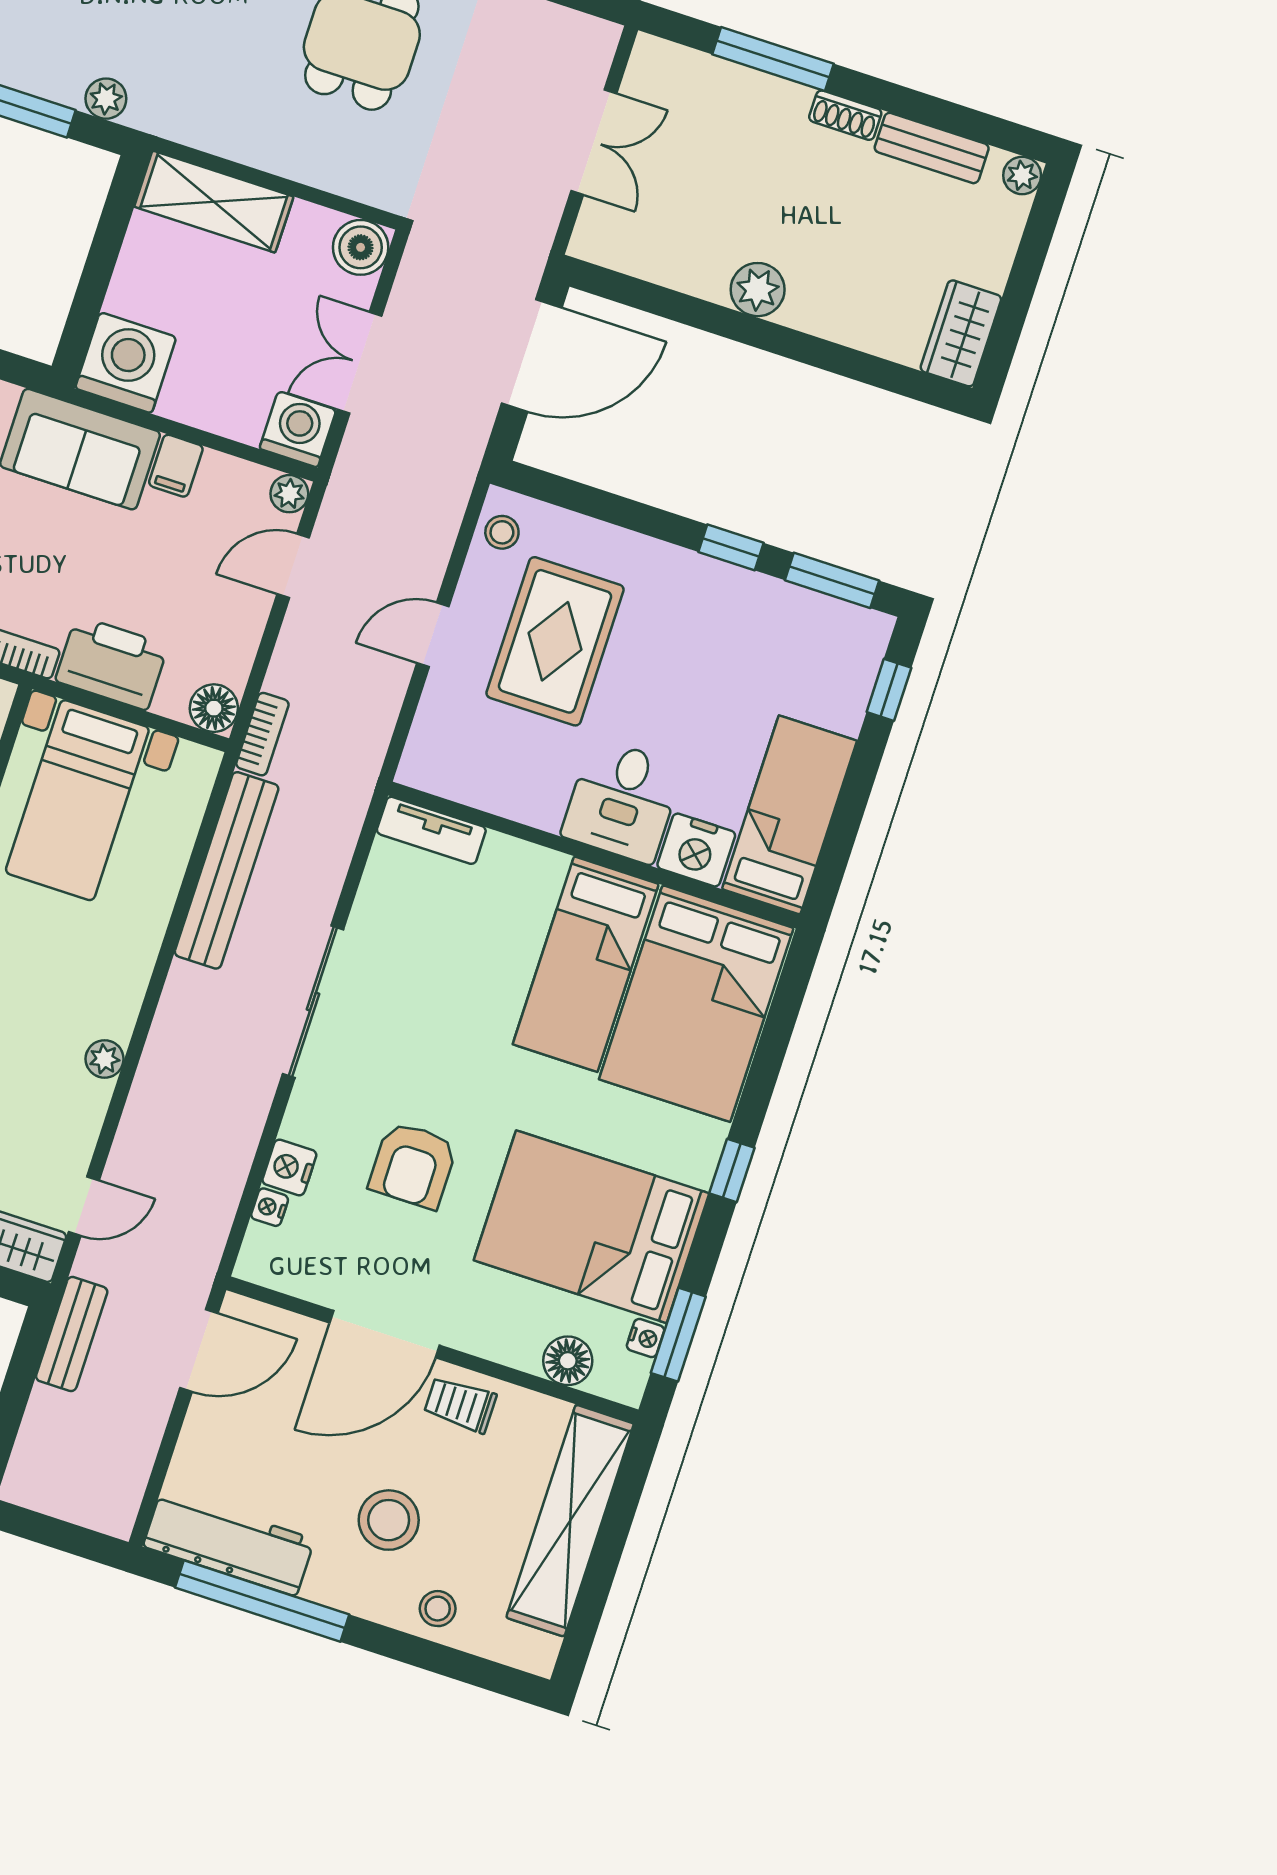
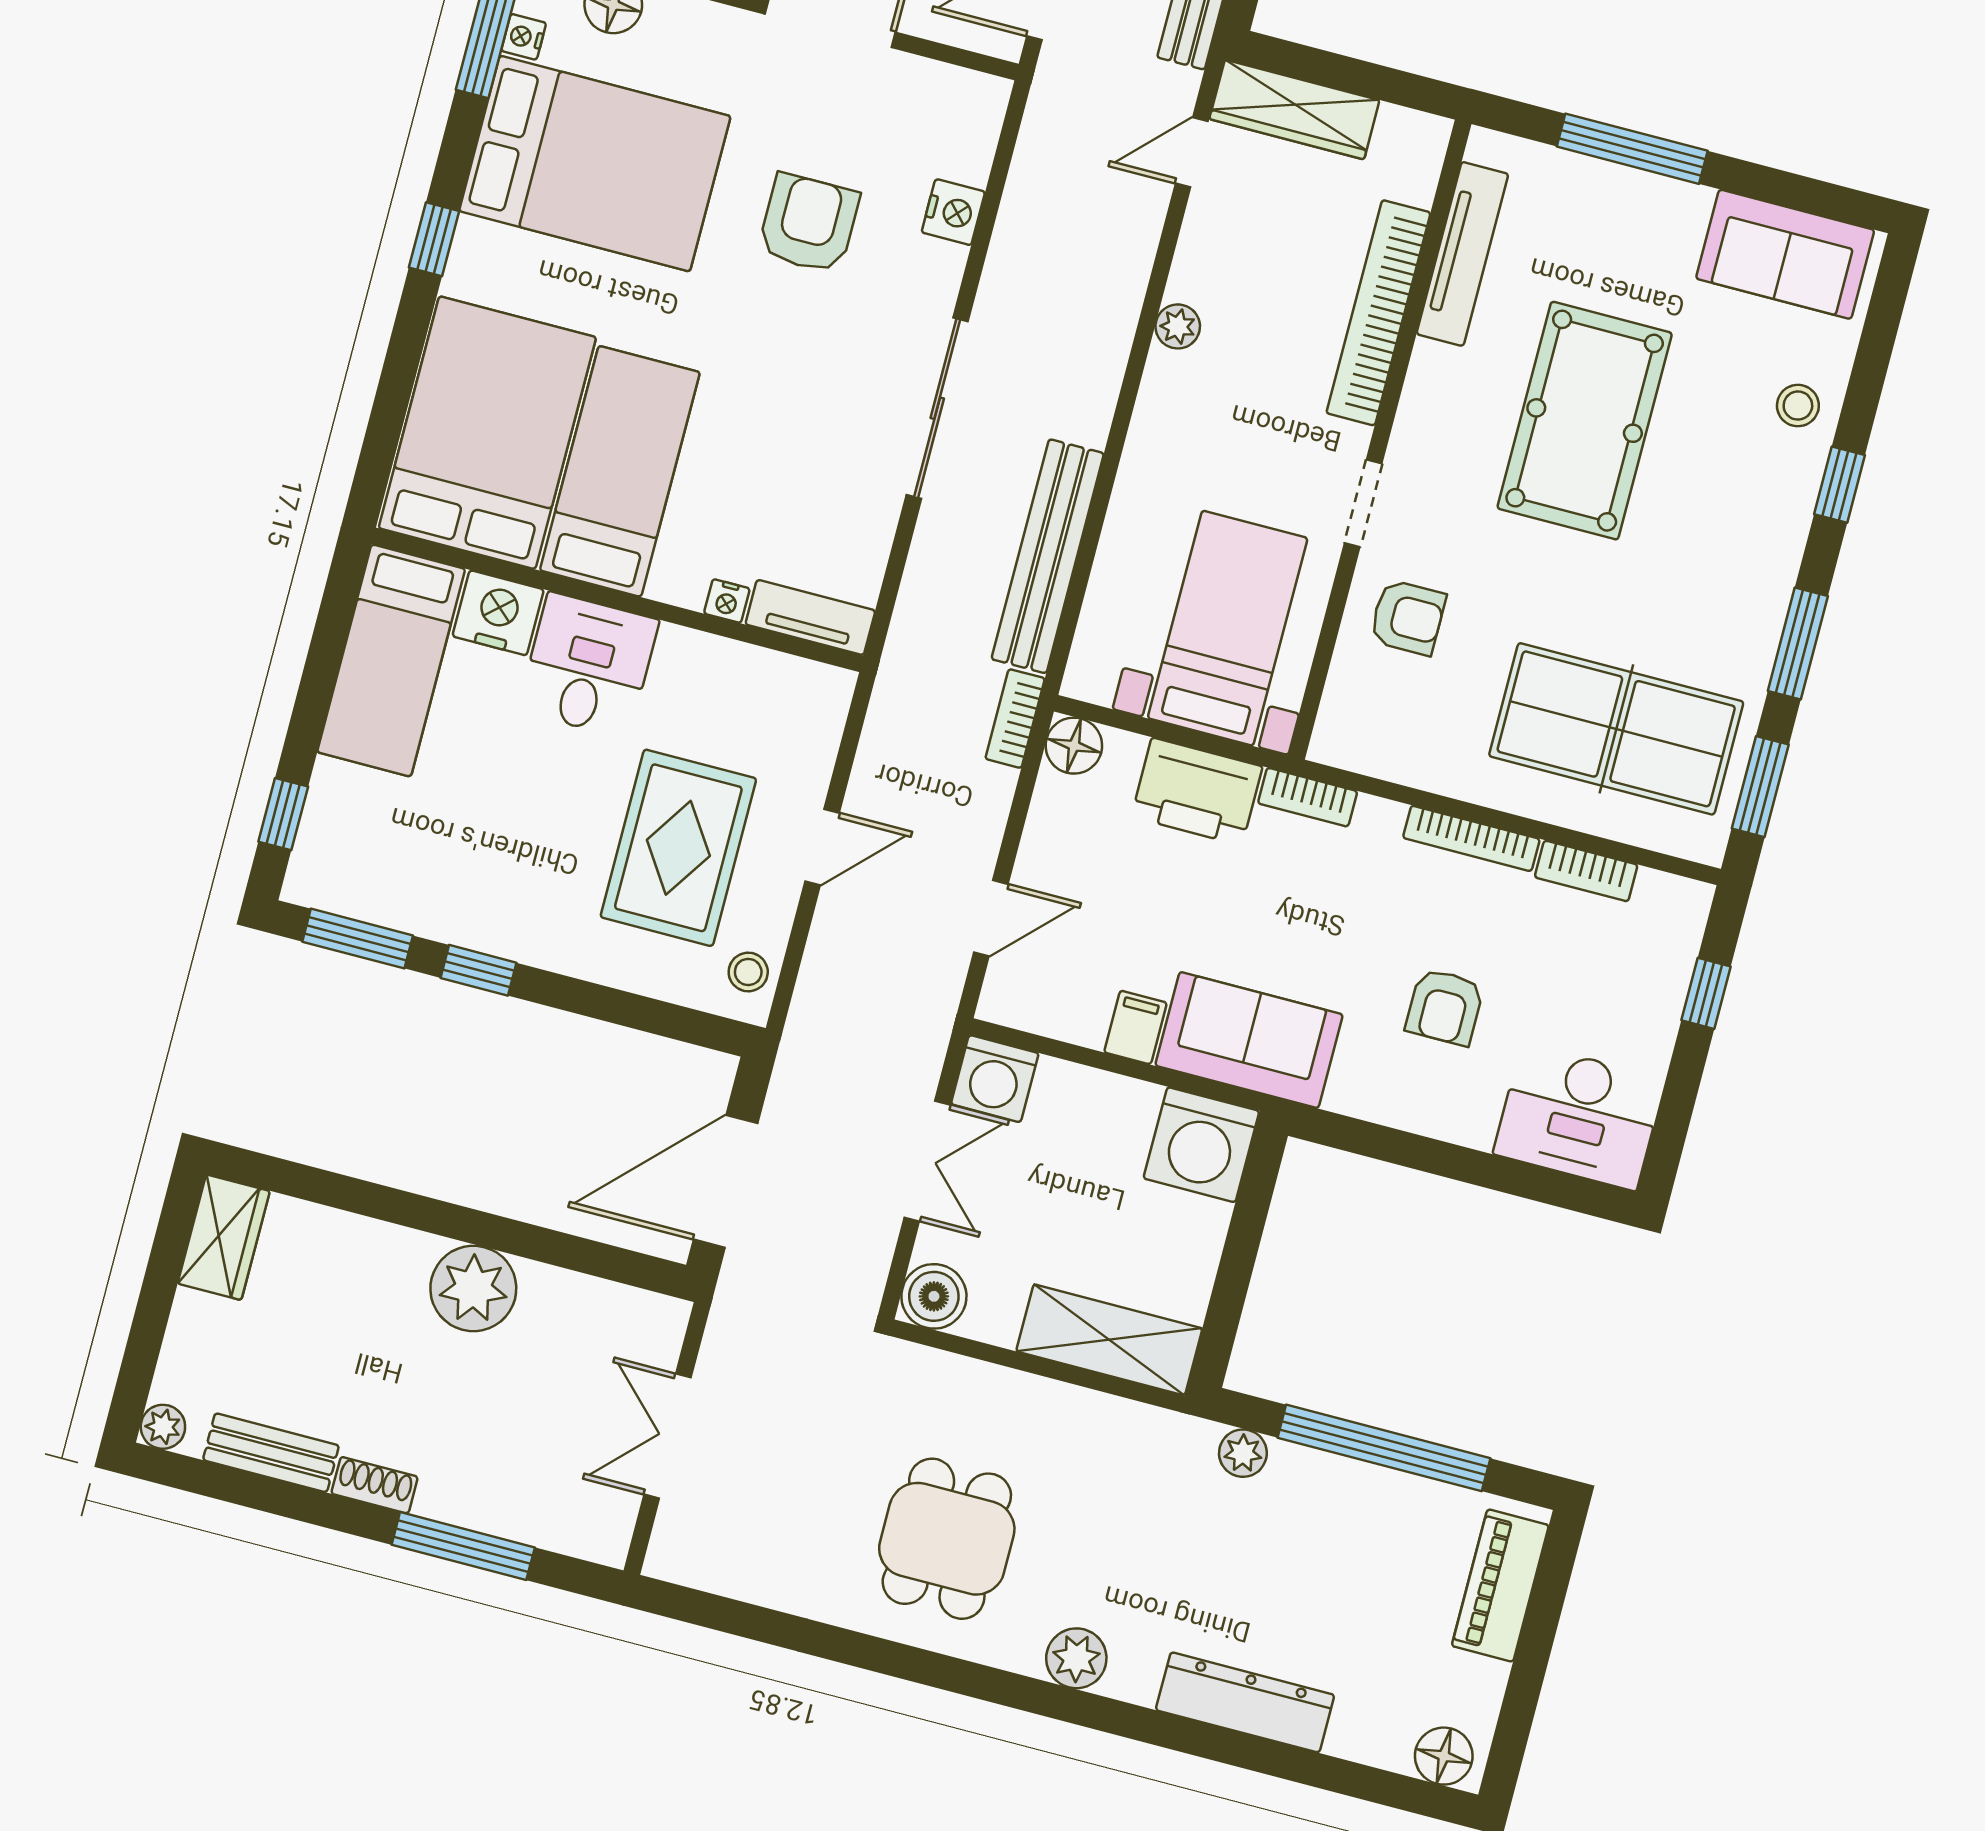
plant: (758, 290) -> (473, 1288), width x1.36, depth x1.36
plant: (289, 494) -> (1000, 1002), removed
nightstand: (270, 1207) -> (727, 601), moved, turned 90

